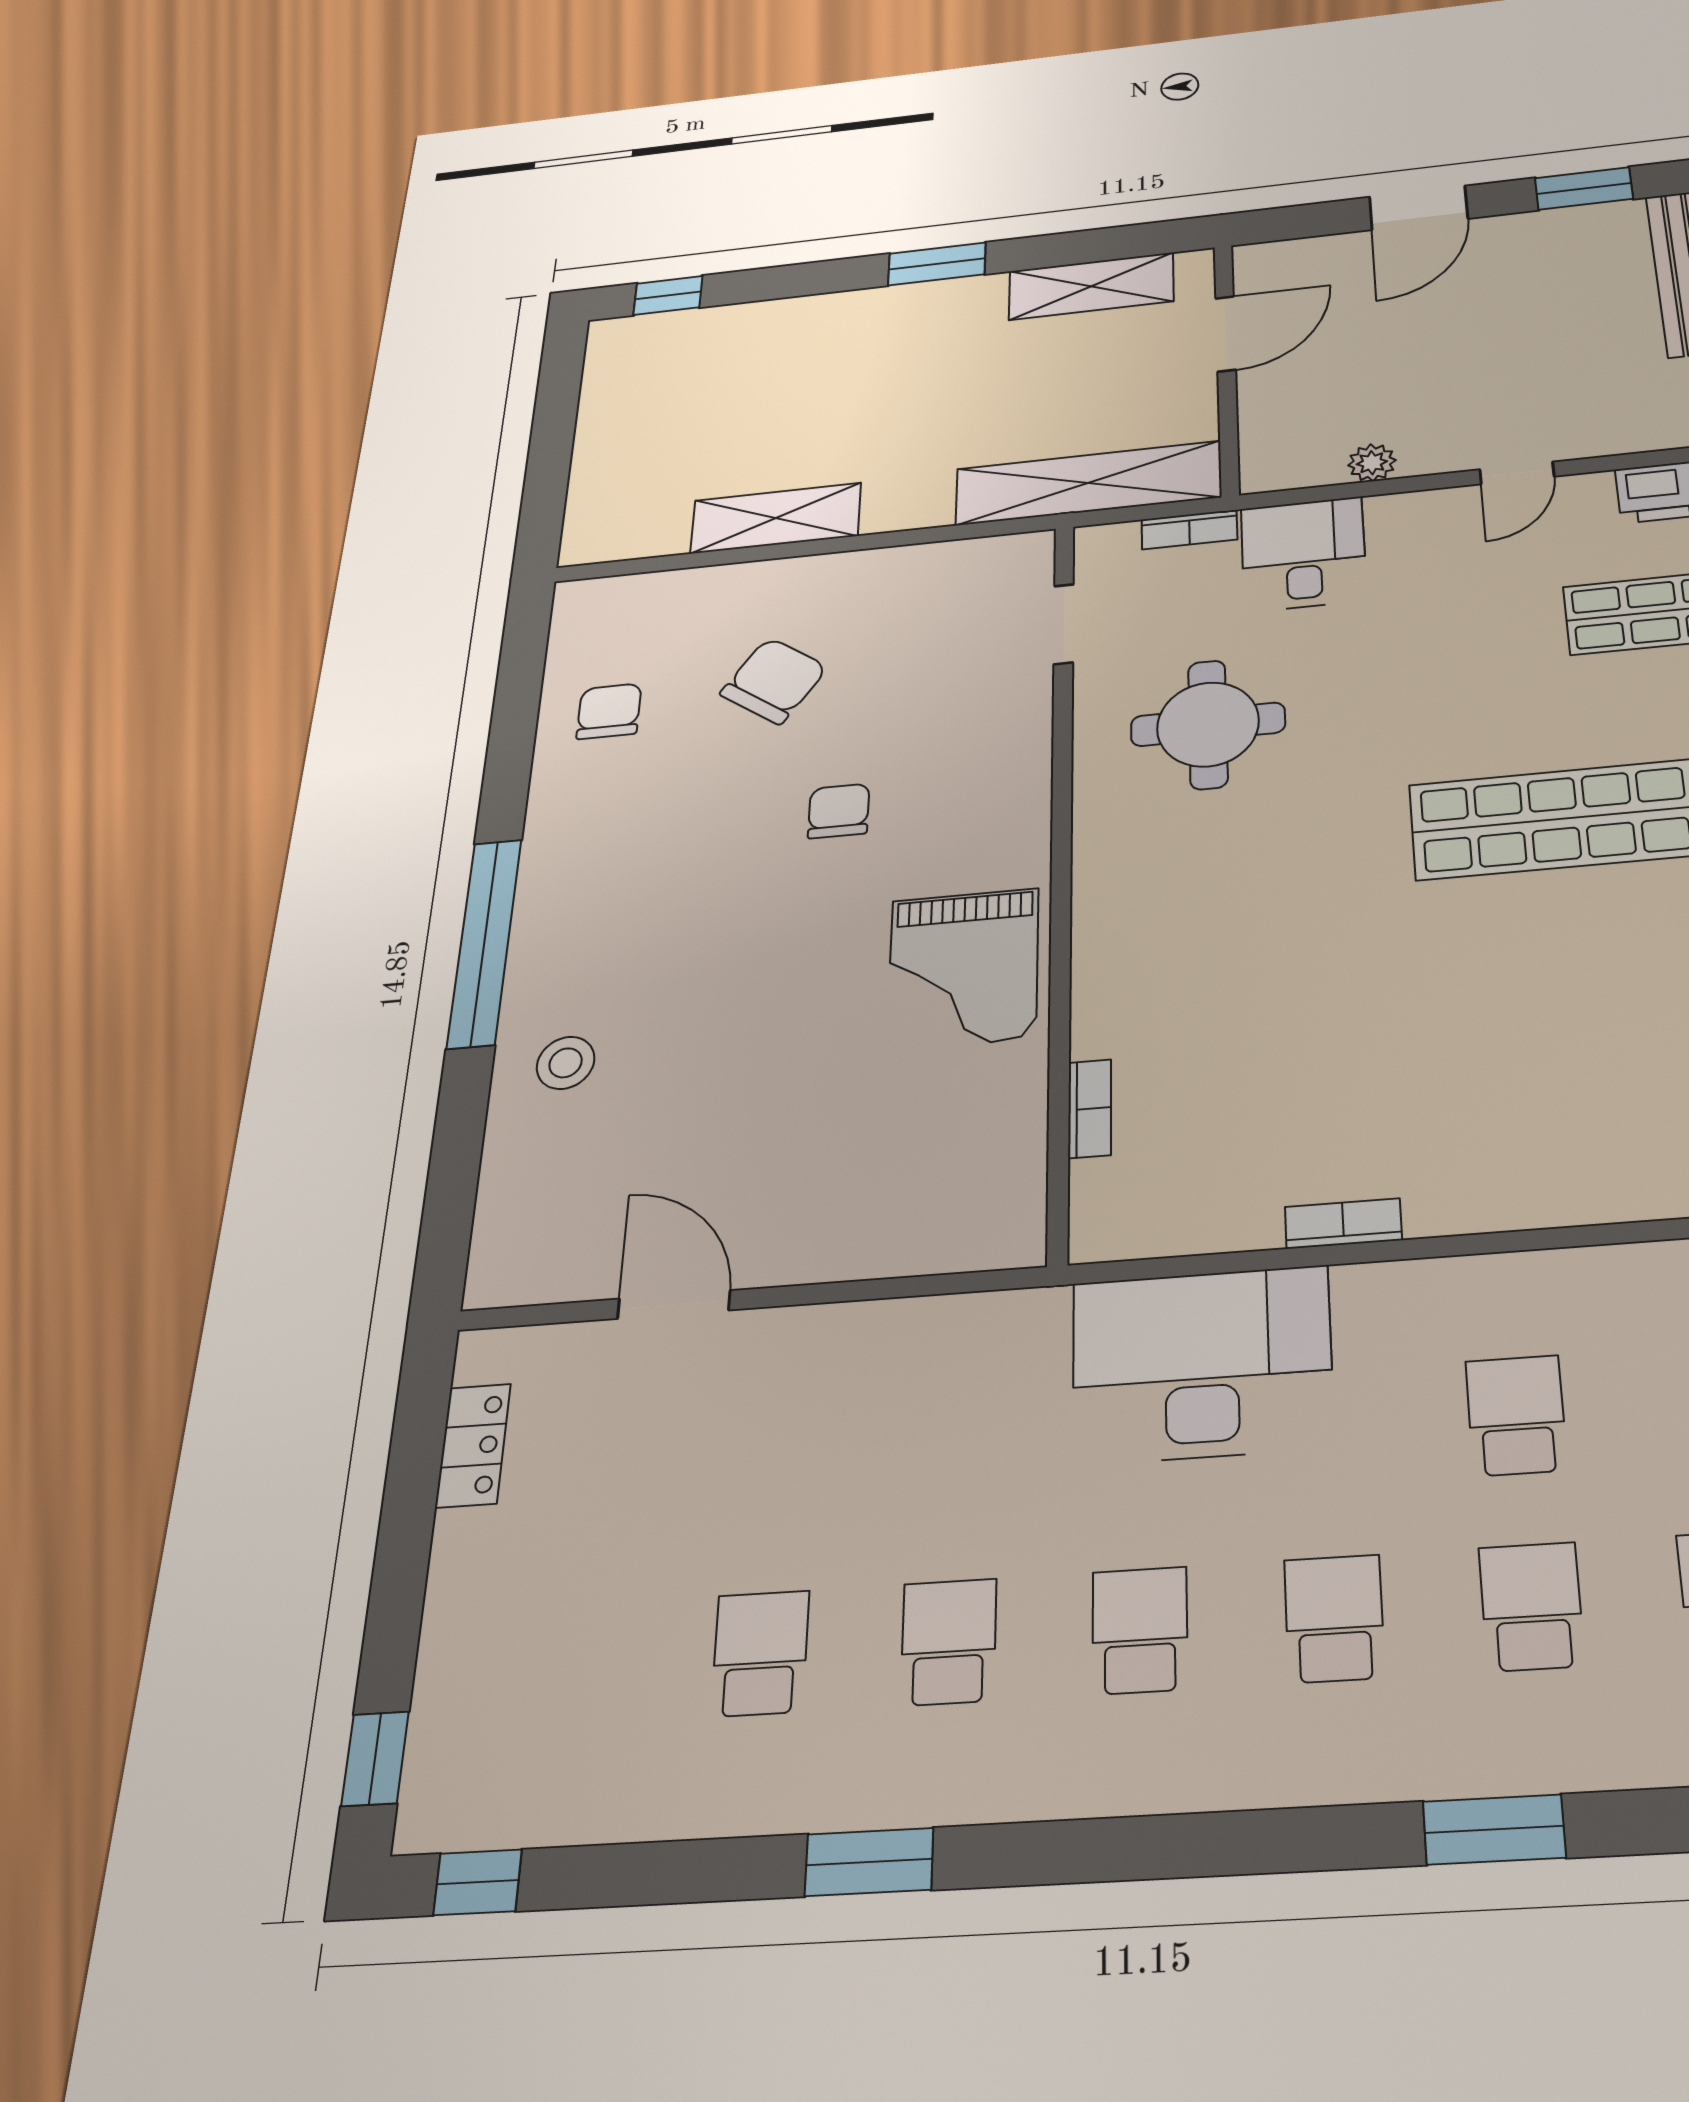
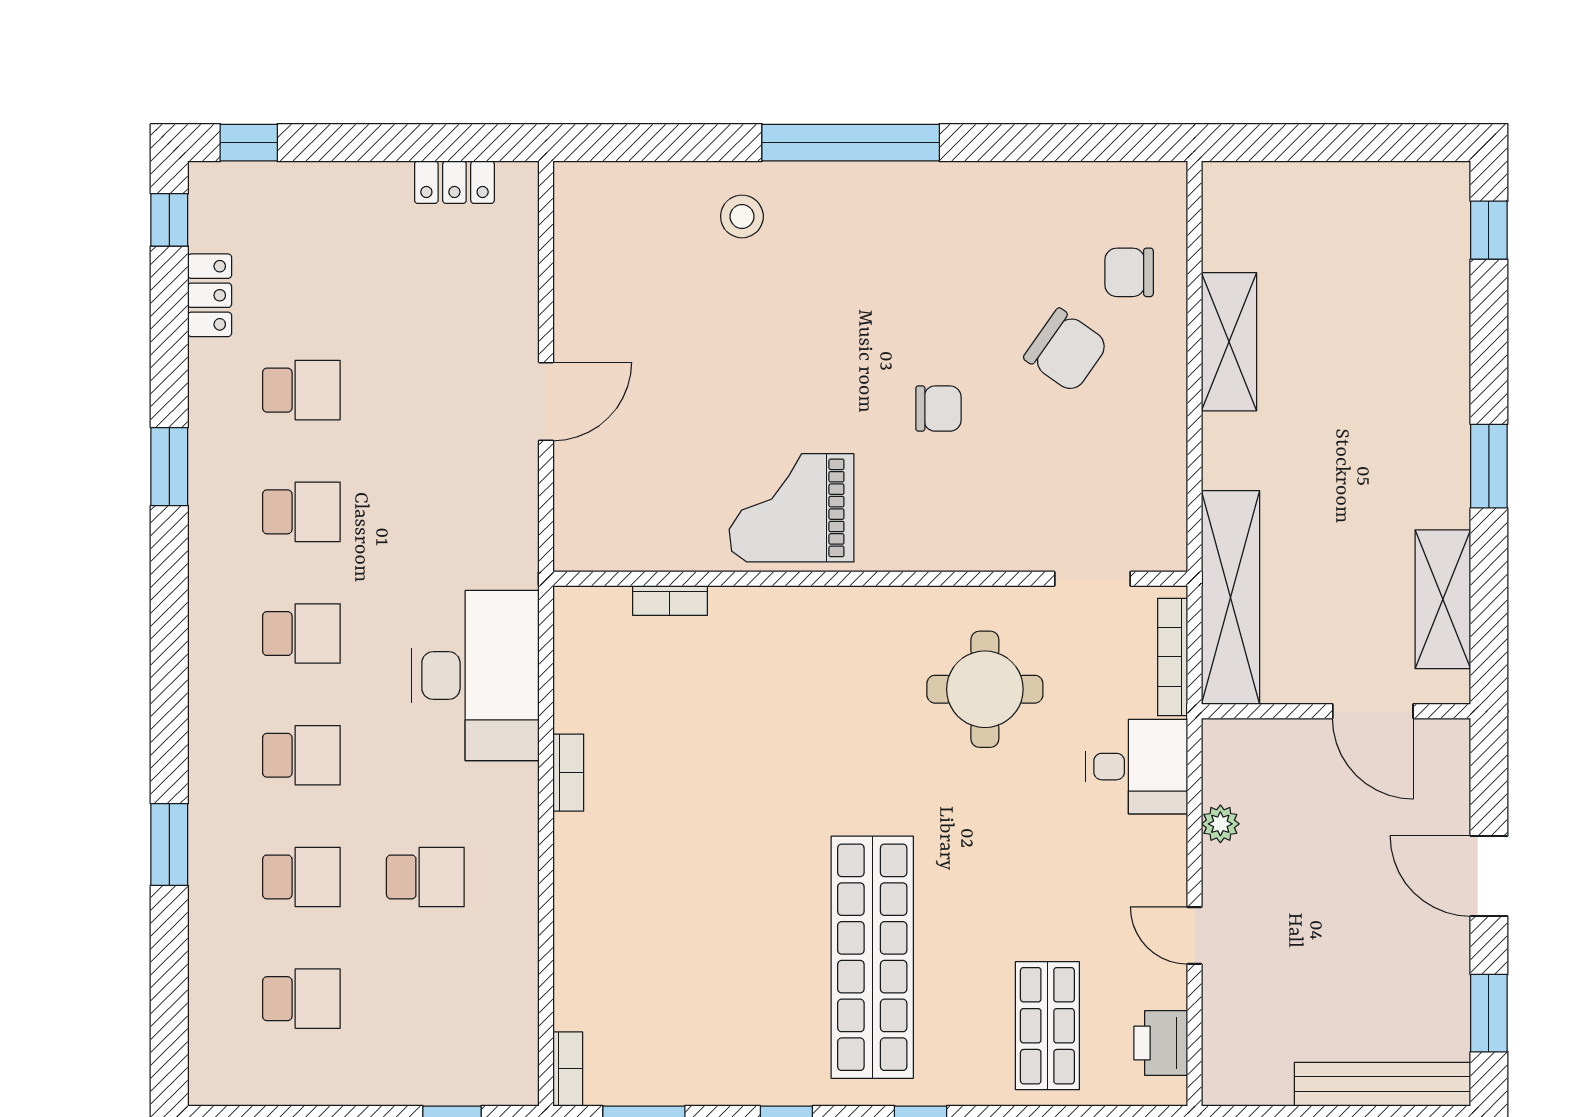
bookcase: (1189, 529) -> (1173, 657), width x1.56
chair: (609, 711) -> (1129, 272), moved, turned 180
door: (674, 1305) -> (546, 401), moved
locker: (602, 1809) -> (210, 295), added

